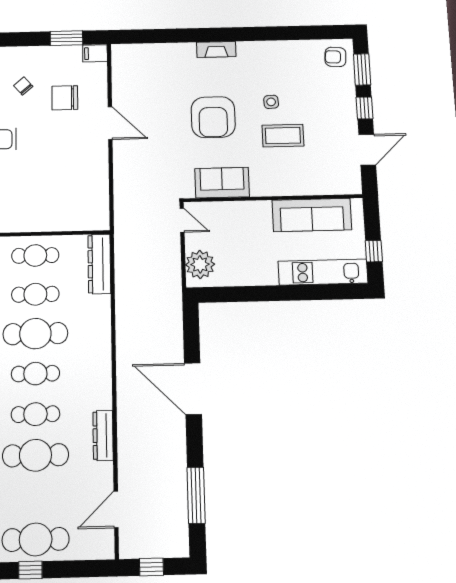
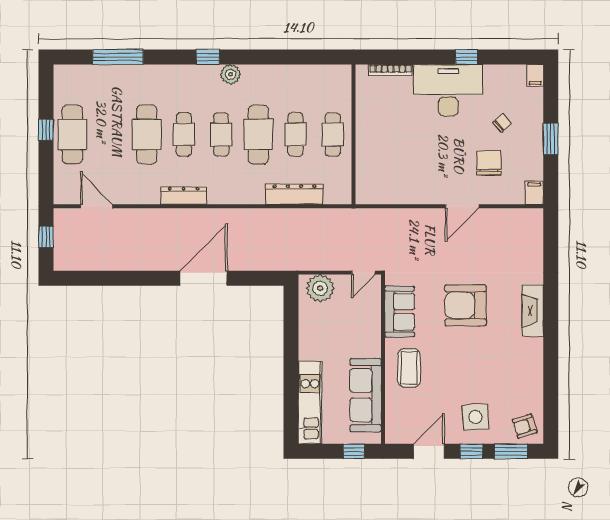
window: (66, 38) -> (551, 139), moved
fireplace: (216, 49) -> (533, 311), width x1.37, depth x1.32
armchair: (335, 57) -> (525, 426), turned -111
side table: (271, 102) -> (475, 417), moved, width x1.87, depth x1.87
coffee table: (283, 136) -> (409, 368), moved
door: (367, 150) -> (429, 451), swing flipped
window: (374, 251) -> (354, 451), moved
dresser: (99, 264) -> (294, 194), moved
dresser: (103, 435) -> (184, 196), moved
window: (196, 495) -> (107, 278), removed

